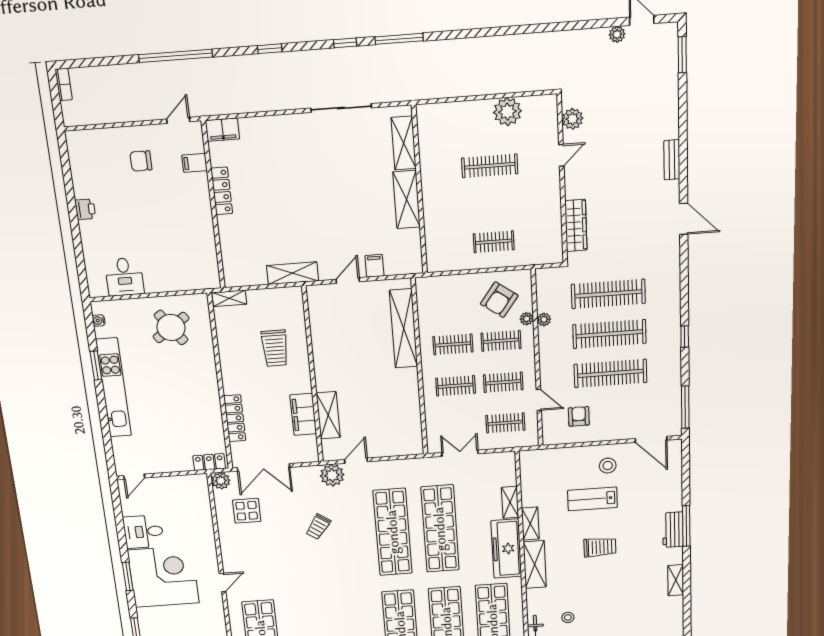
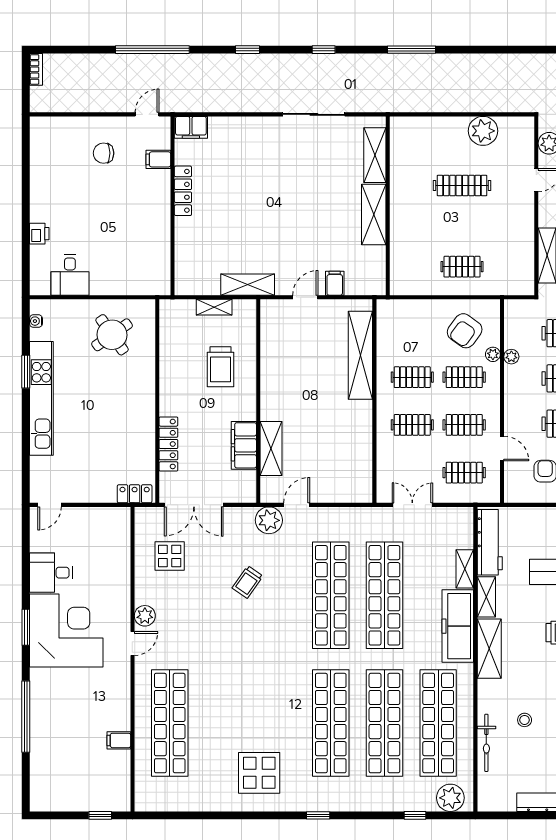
window: (399, 39) -> (411, 50), moved
printer: (85, 209) -> (39, 234), moved
shelving: (229, 298) -> (214, 307), moved
workbench: (531, 479) -> (490, 542), added
plant: (221, 481) -> (145, 616), moved

